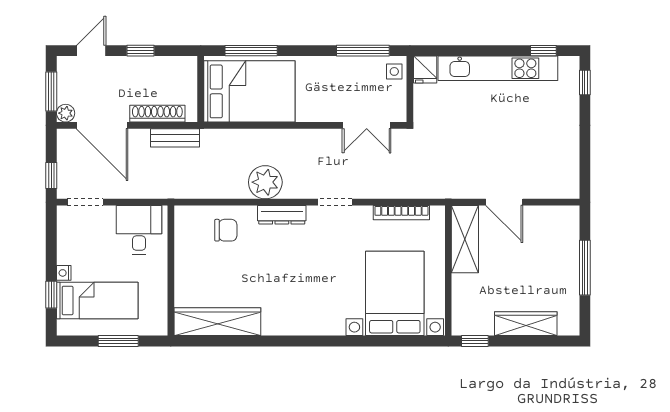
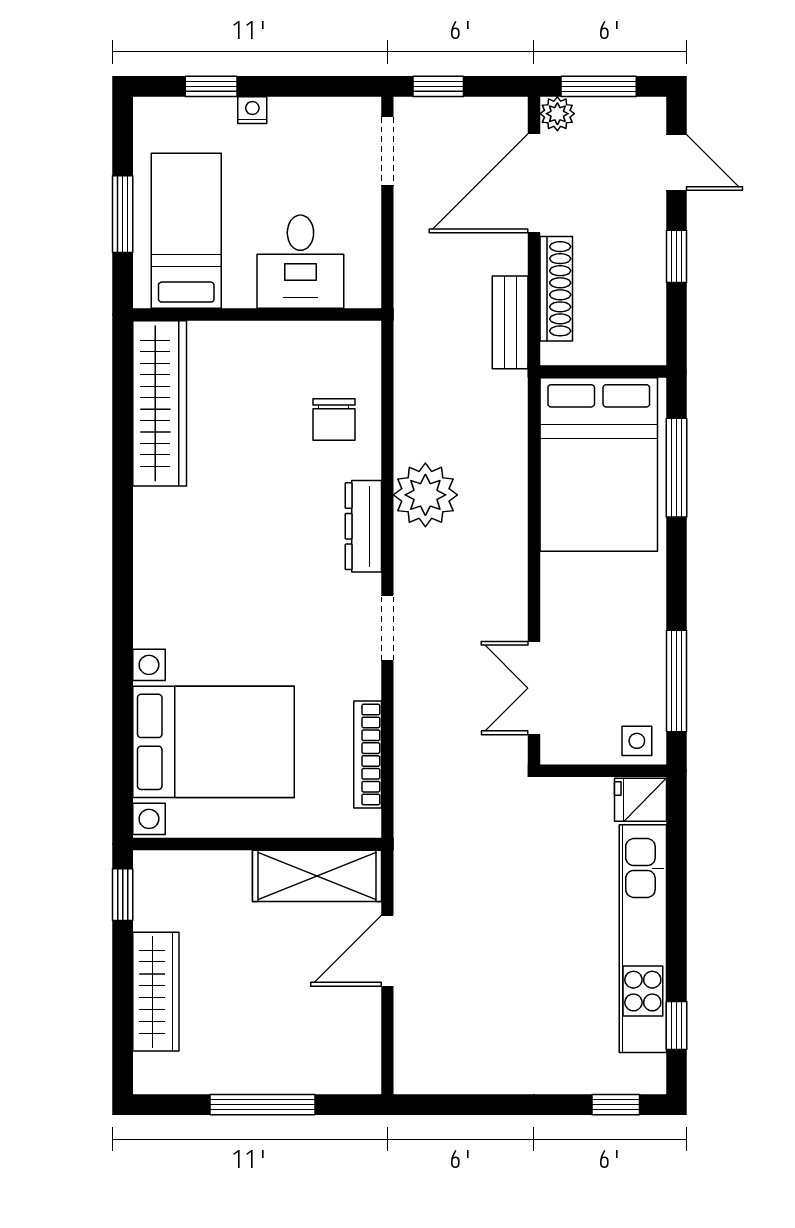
desk: (139, 230) -> (300, 262), moved, turned 90
bed: (97, 301) -> (186, 231), moved, turned 180

